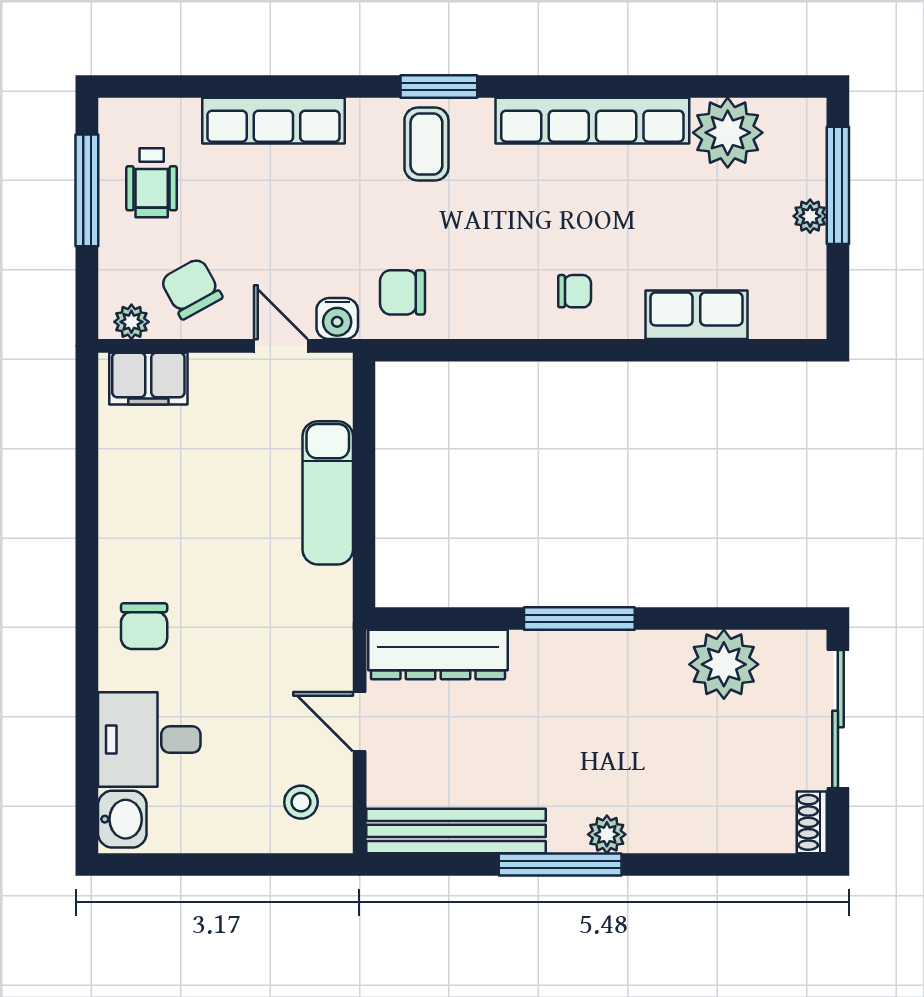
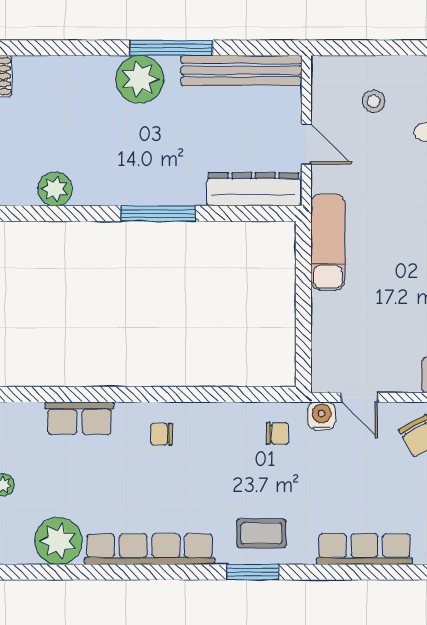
coffee table: (426, 144) -> (261, 533), turned 90
chair: (403, 292) -> (277, 433), width x0.73, depth x0.73
exam couch: (328, 493) -> (328, 242), moved
plant: (724, 664) -> (55, 189), width x0.73, depth x0.73
stool: (301, 802) -> (374, 101), moved
plant: (607, 834) -> (140, 79), width x1.87, depth x1.87

